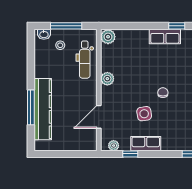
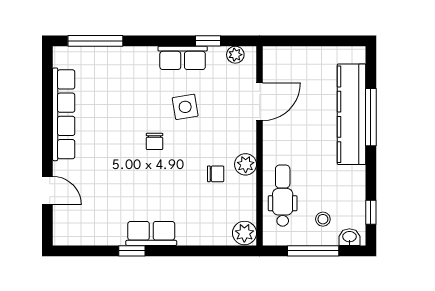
window: (31, 49) -> (371, 212), added
chair: (126, 73) -> (216, 174), added

